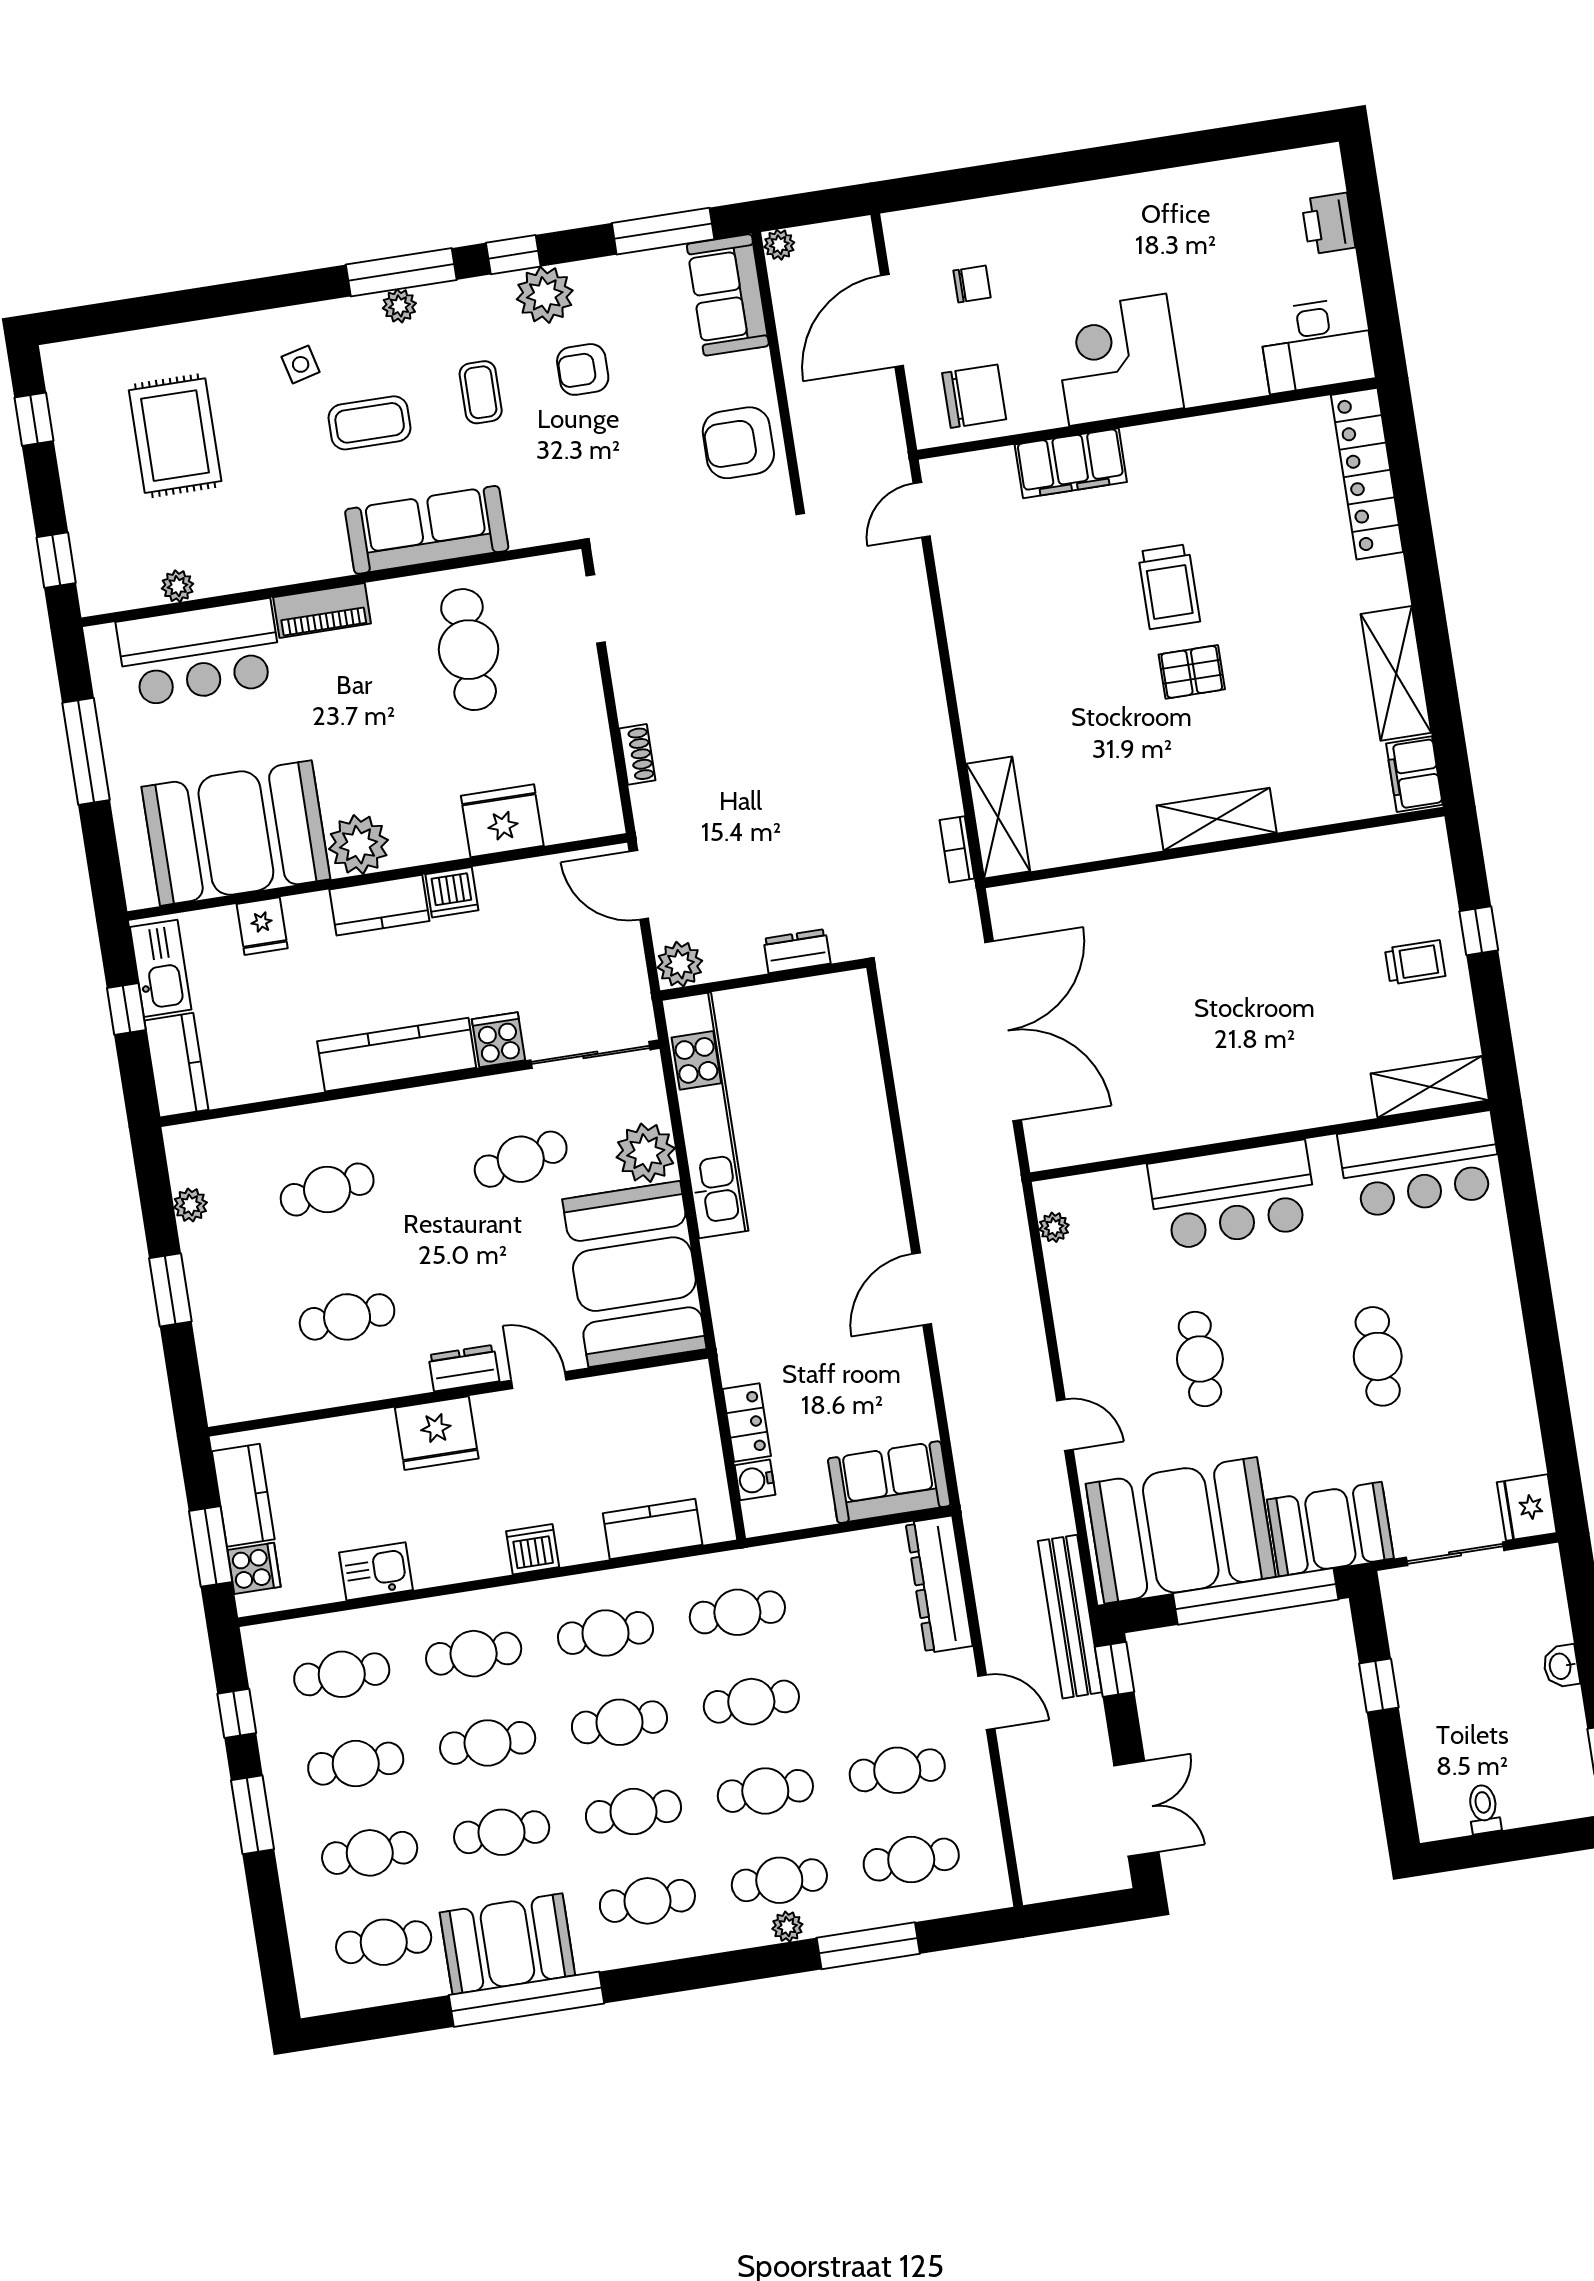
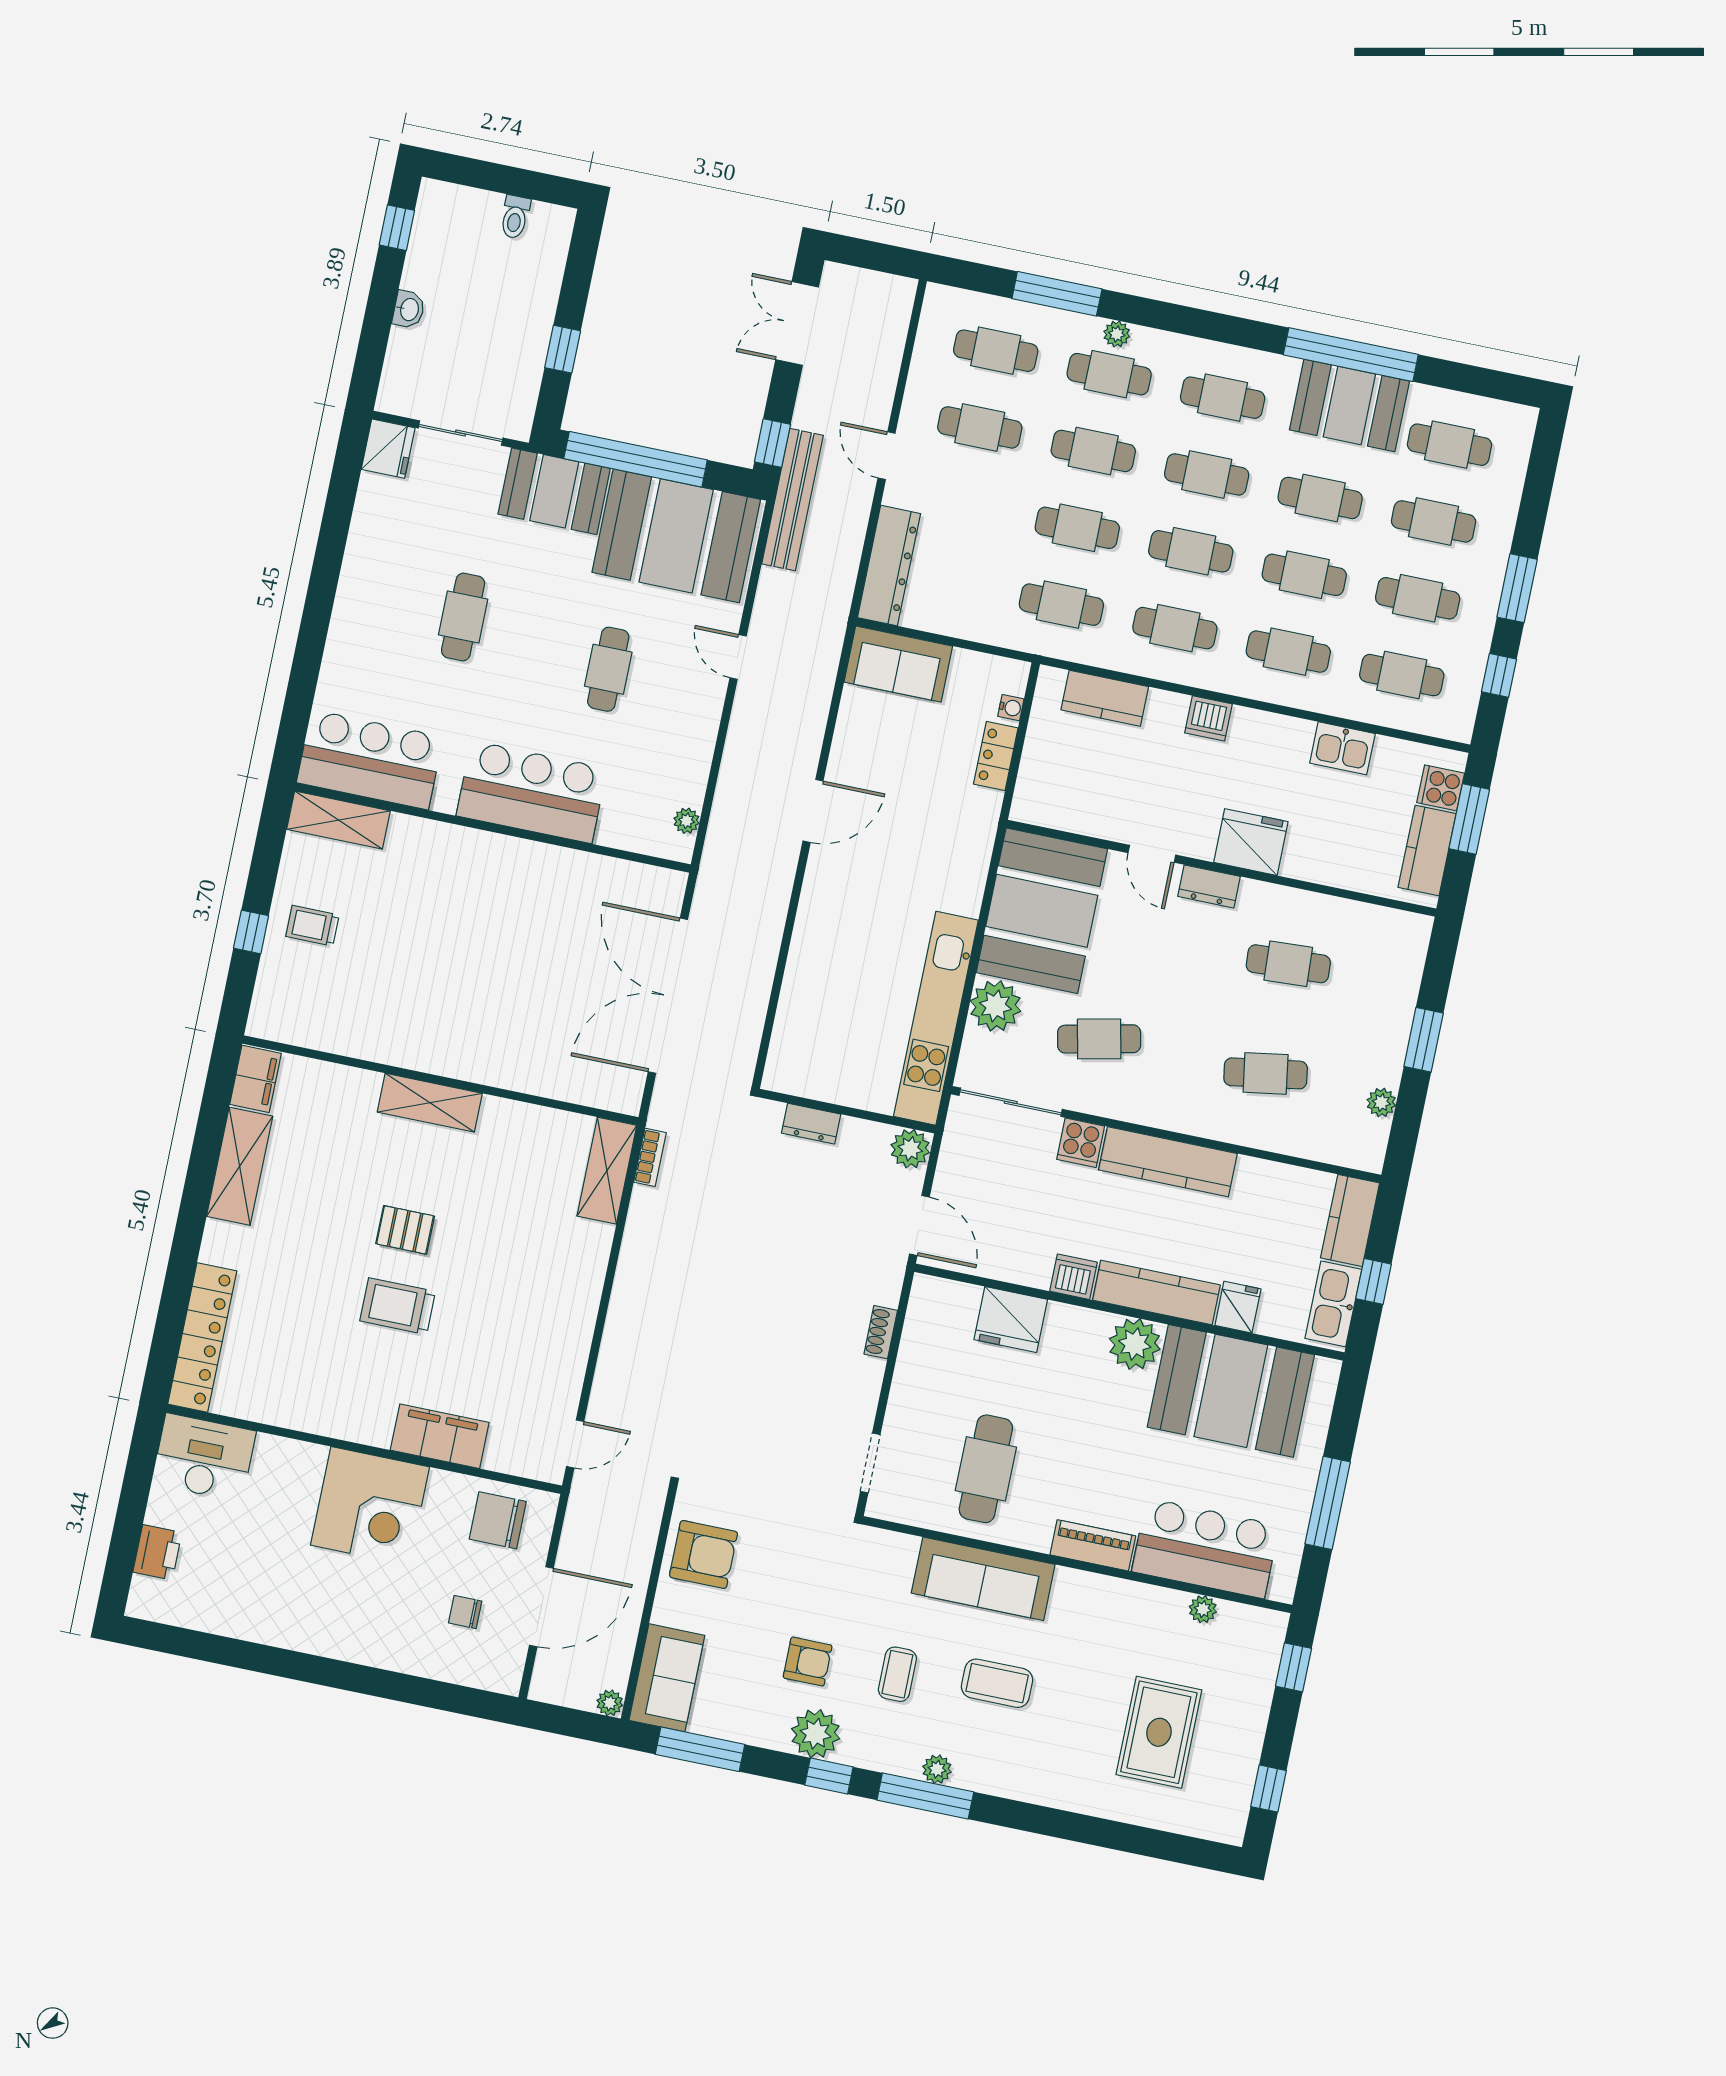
side table: (301, 364) -> (1035, 1752), removed
trolley: (1169, 587) -> (398, 1306), turned -90
kitchen counter: (379, 905) -> (1156, 1293), width x1.50
water cooler: (755, 1480) -> (1011, 708), width x0.72, depth x0.72

